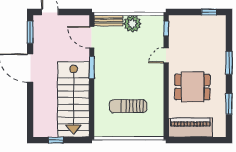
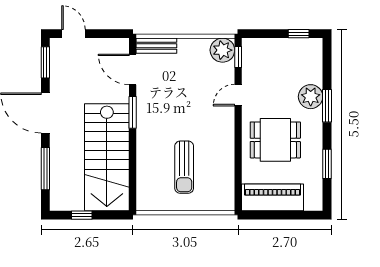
plant: (132, 24) -> (222, 50), moved
plant: (217, 56) -> (311, 97), added
sun lounger: (128, 106) -> (184, 167), turned -90
window: (30, 107) -> (45, 169), added

